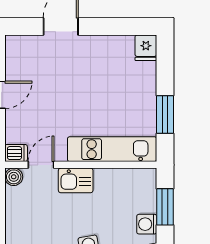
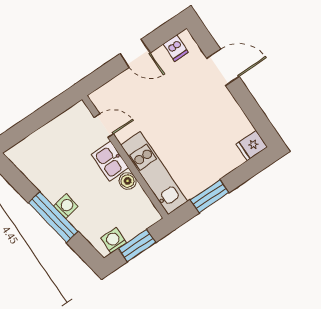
dishwasher: (16, 153) -> (176, 48), moved
boiler: (14, 177) -> (128, 181), moved

